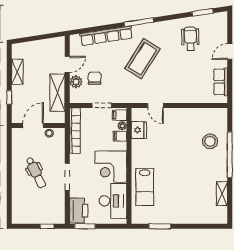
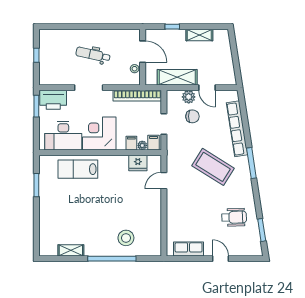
dental chair: (36, 173) -> (93, 55), turned 38
window: (47, 226) -> (36, 55), moved

